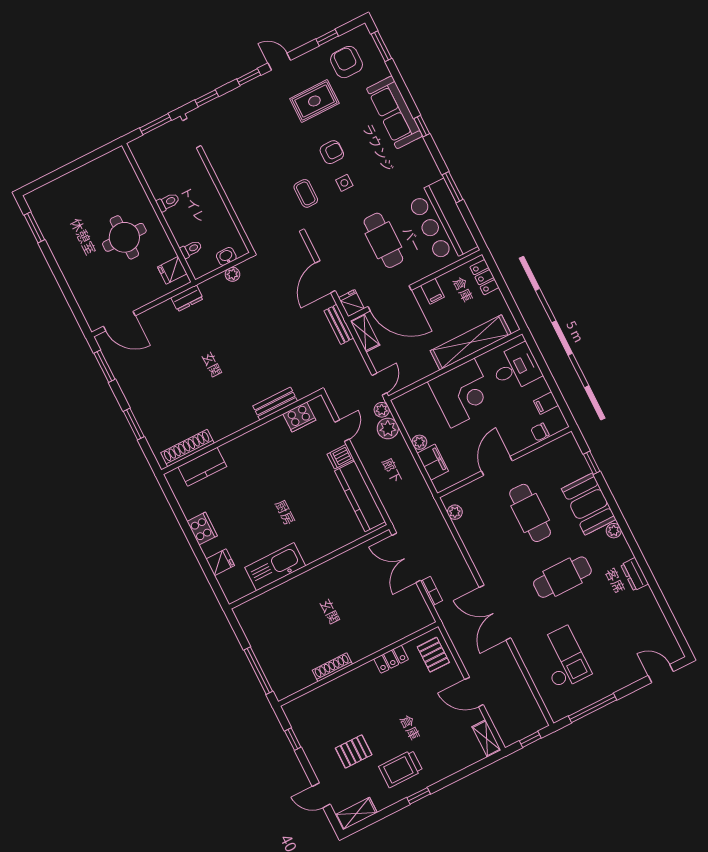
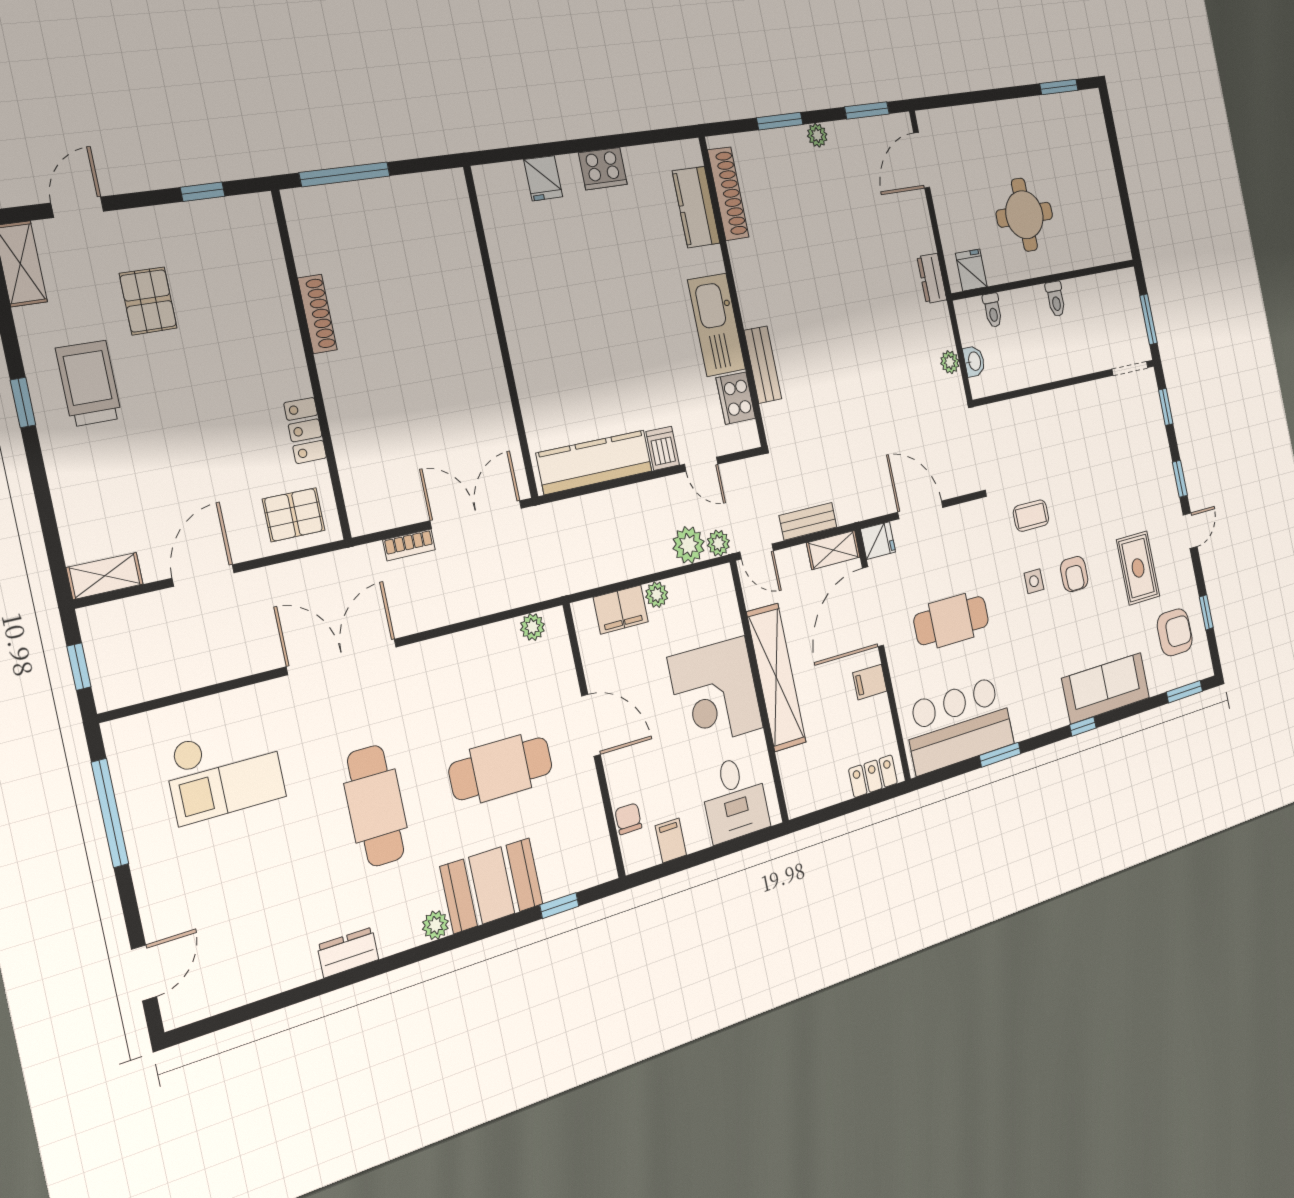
bench: (339, 324) -> (808, 521), moved
shelving: (471, 342) -> (776, 677), moved
plant: (132, 397) -> (817, 135), added
kitchen sink: (275, 567) -> (717, 325), moved, turned 180

